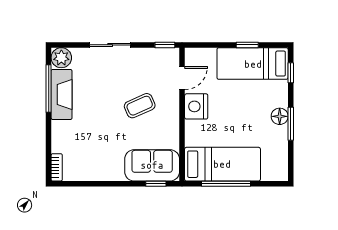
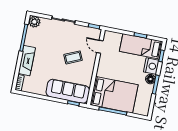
door: (182, 78) -> (100, 47), swing flipped
fireplace: (62, 94) -> (27, 61), moved
nightstand: (196, 106) -> (151, 66), moved, turned 180
bed: (222, 164) -> (114, 95), width x1.50
sofa: (152, 165) -> (68, 91), width x1.36

